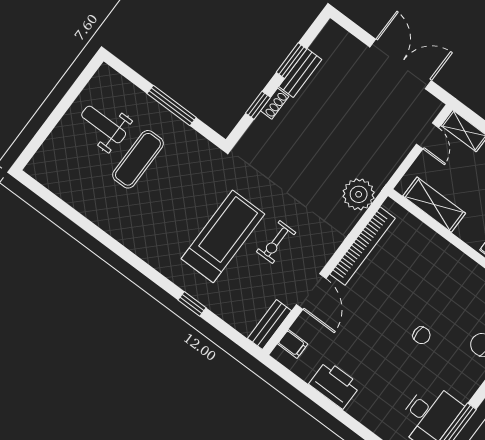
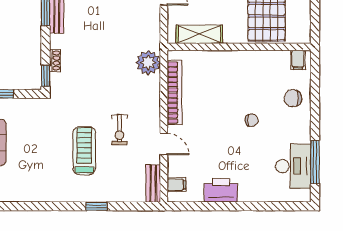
shoe rack: (275, 104) -> (55, 61), moved
window: (258, 105) -> (46, 76), moved
treadmill: (223, 236) -> (84, 151), width x0.73, depth x0.73
door: (311, 292) -> (164, 144), width x0.73

